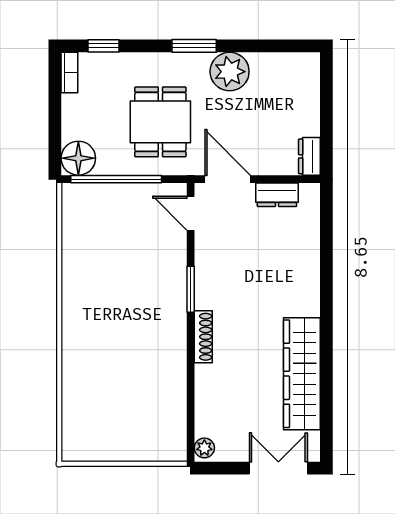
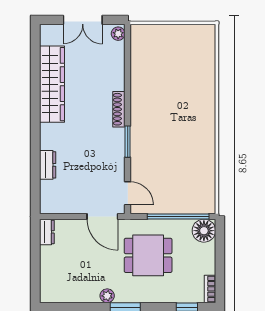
plant: (230, 72) -> (107, 296), width x0.53, depth x0.53
dining table: (160, 122) -> (148, 255), turned 90
dresser: (277, 195) -> (48, 165), moved, turned 90
double door: (278, 468) -> (83, 20), moved

